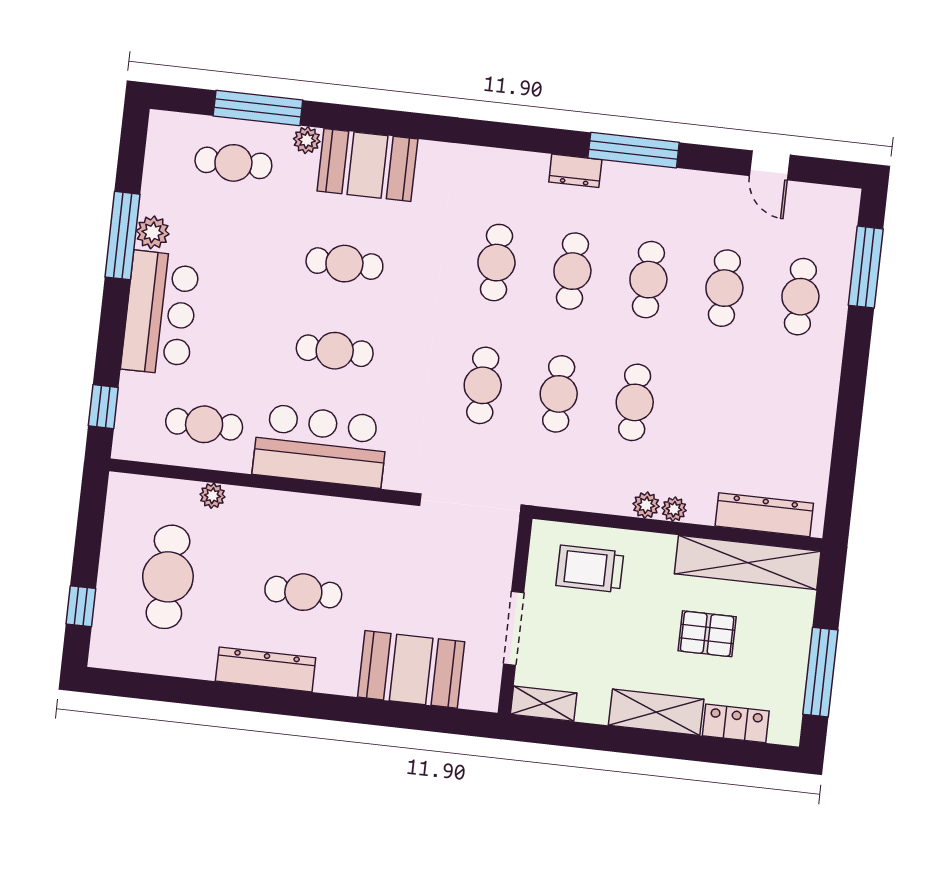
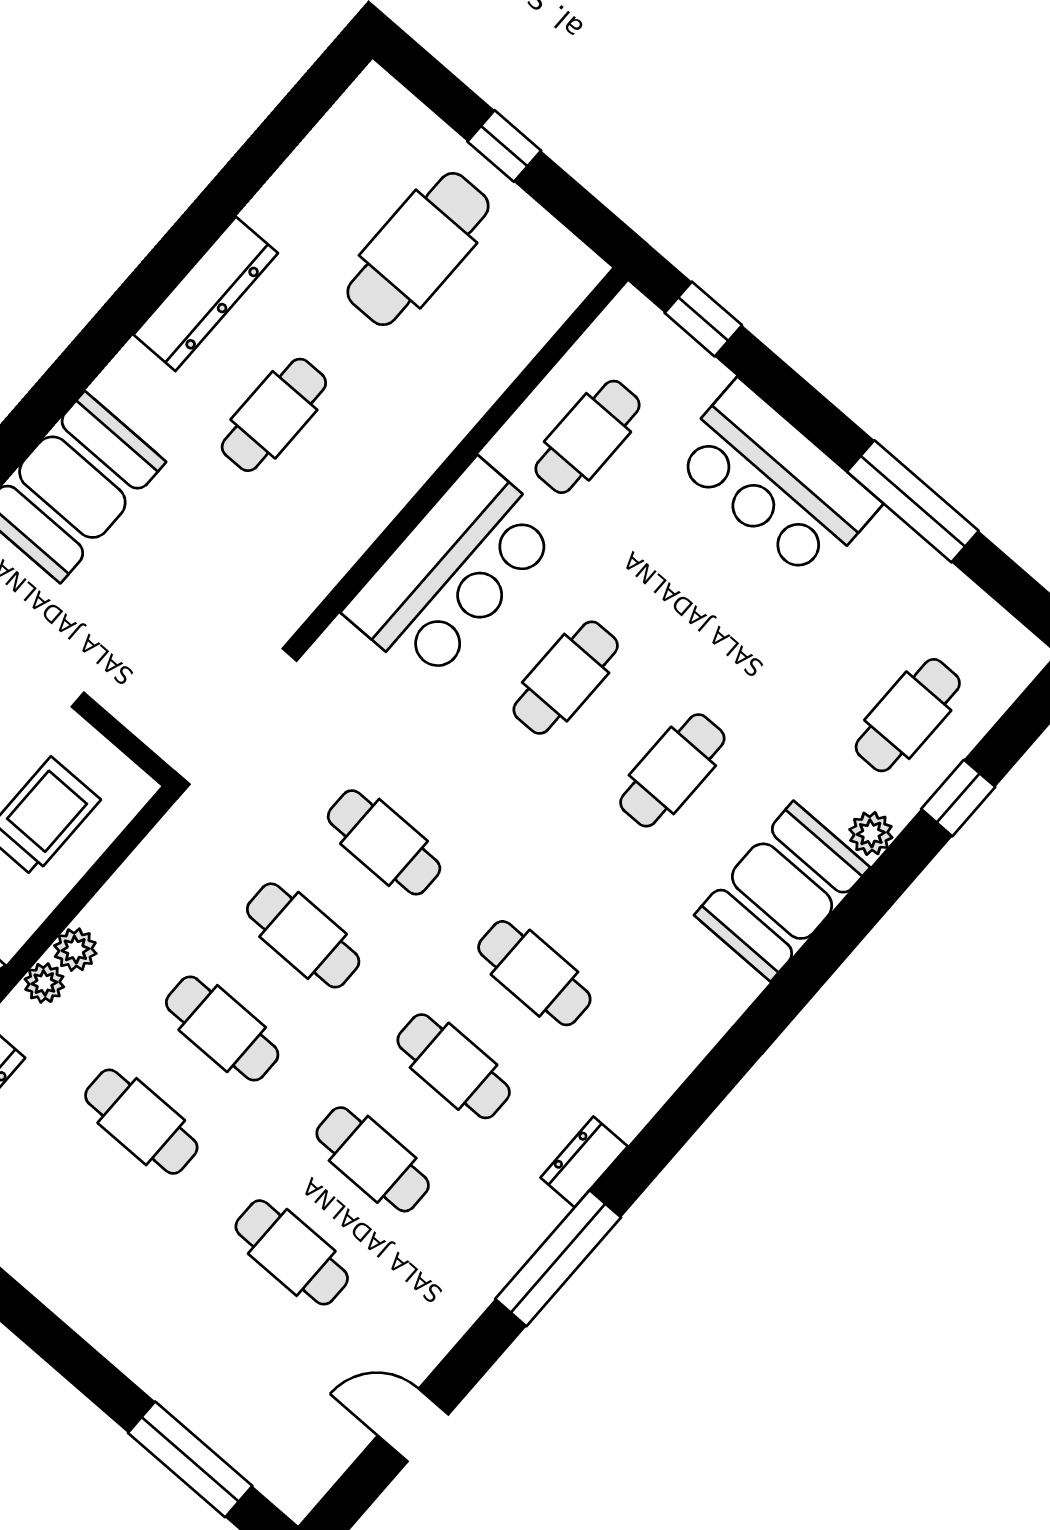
window: (258, 108) -> (958, 798), width x0.46
plant: (153, 232) -> (890, 544), removed
cafe table: (800, 297) -> (141, 1122), moved
plant: (212, 496) -> (485, 383), removed
cafe table: (168, 577) -> (418, 249), turned 90
window: (81, 606) -> (504, 146), moved

